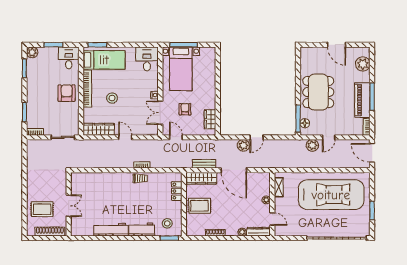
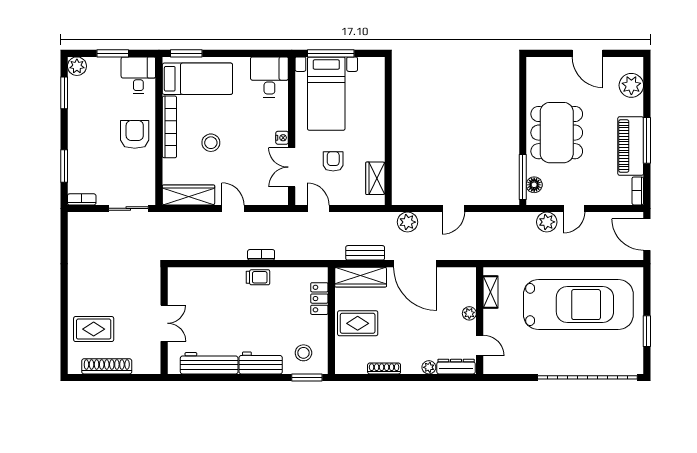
plant: (243, 145) -> (407, 222), moved
wall: (69, 204) -> (164, 321), moved
double door: (69, 206) -> (164, 323), moved

